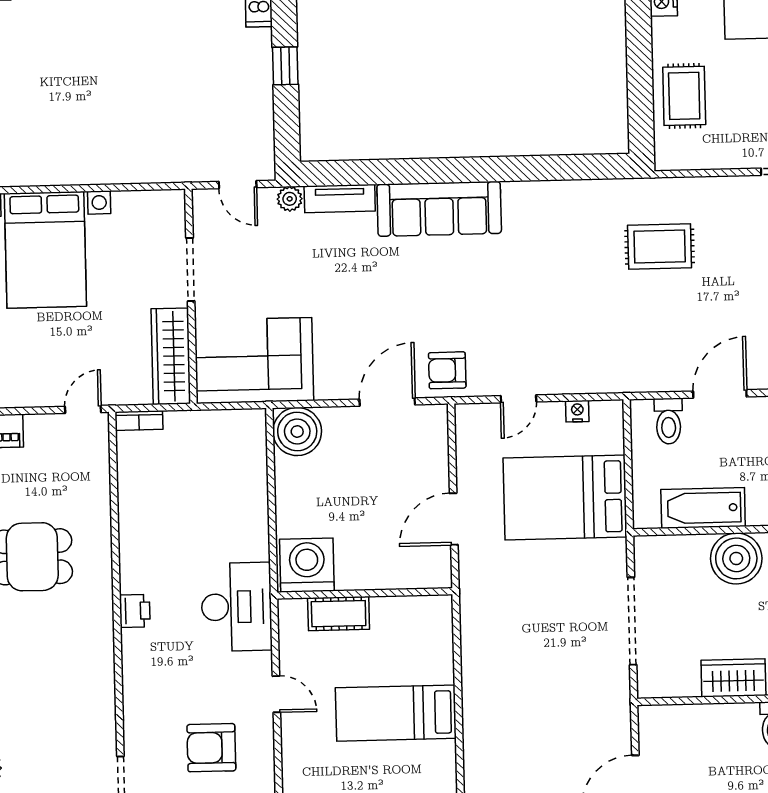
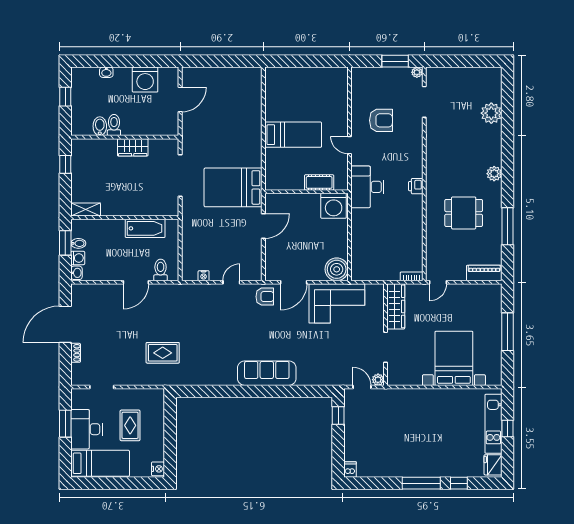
window: (285, 66) -> (338, 416), moved
rug: (684, 96) -> (130, 425), moved
plant: (290, 199) -> (378, 380), moved
tv unit: (340, 199) -> (314, 379), removed
corner sofa: (254, 360) -> (337, 303), moved
bed: (565, 497) -> (233, 187), moved, turned 180
boiler: (736, 558) -> (130, 204), removed

